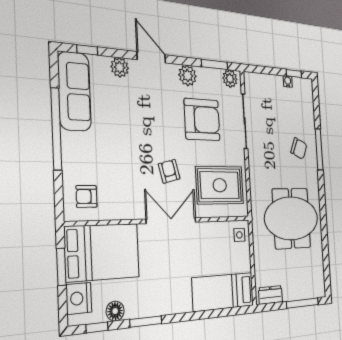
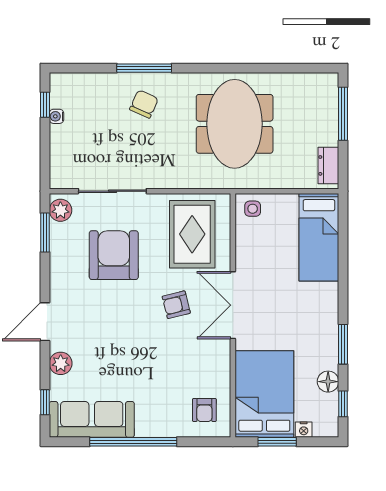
plant: (188, 75) -> (62, 273), removed
nightstand: (79, 298) -> (304, 430), width x0.53, depth x0.56

